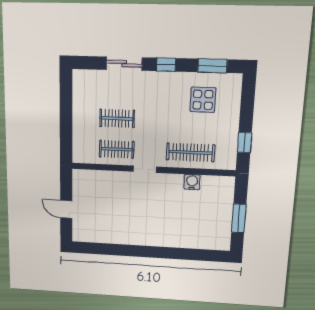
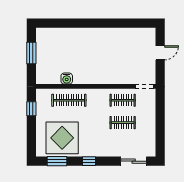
sliding door: (124, 64) -> (134, 161), moved
display table: (203, 100) -> (62, 138), width x1.86, depth x1.86
doorway: (145, 169) -> (144, 86), moved
door: (66, 209) -> (160, 53), hinge flipped

